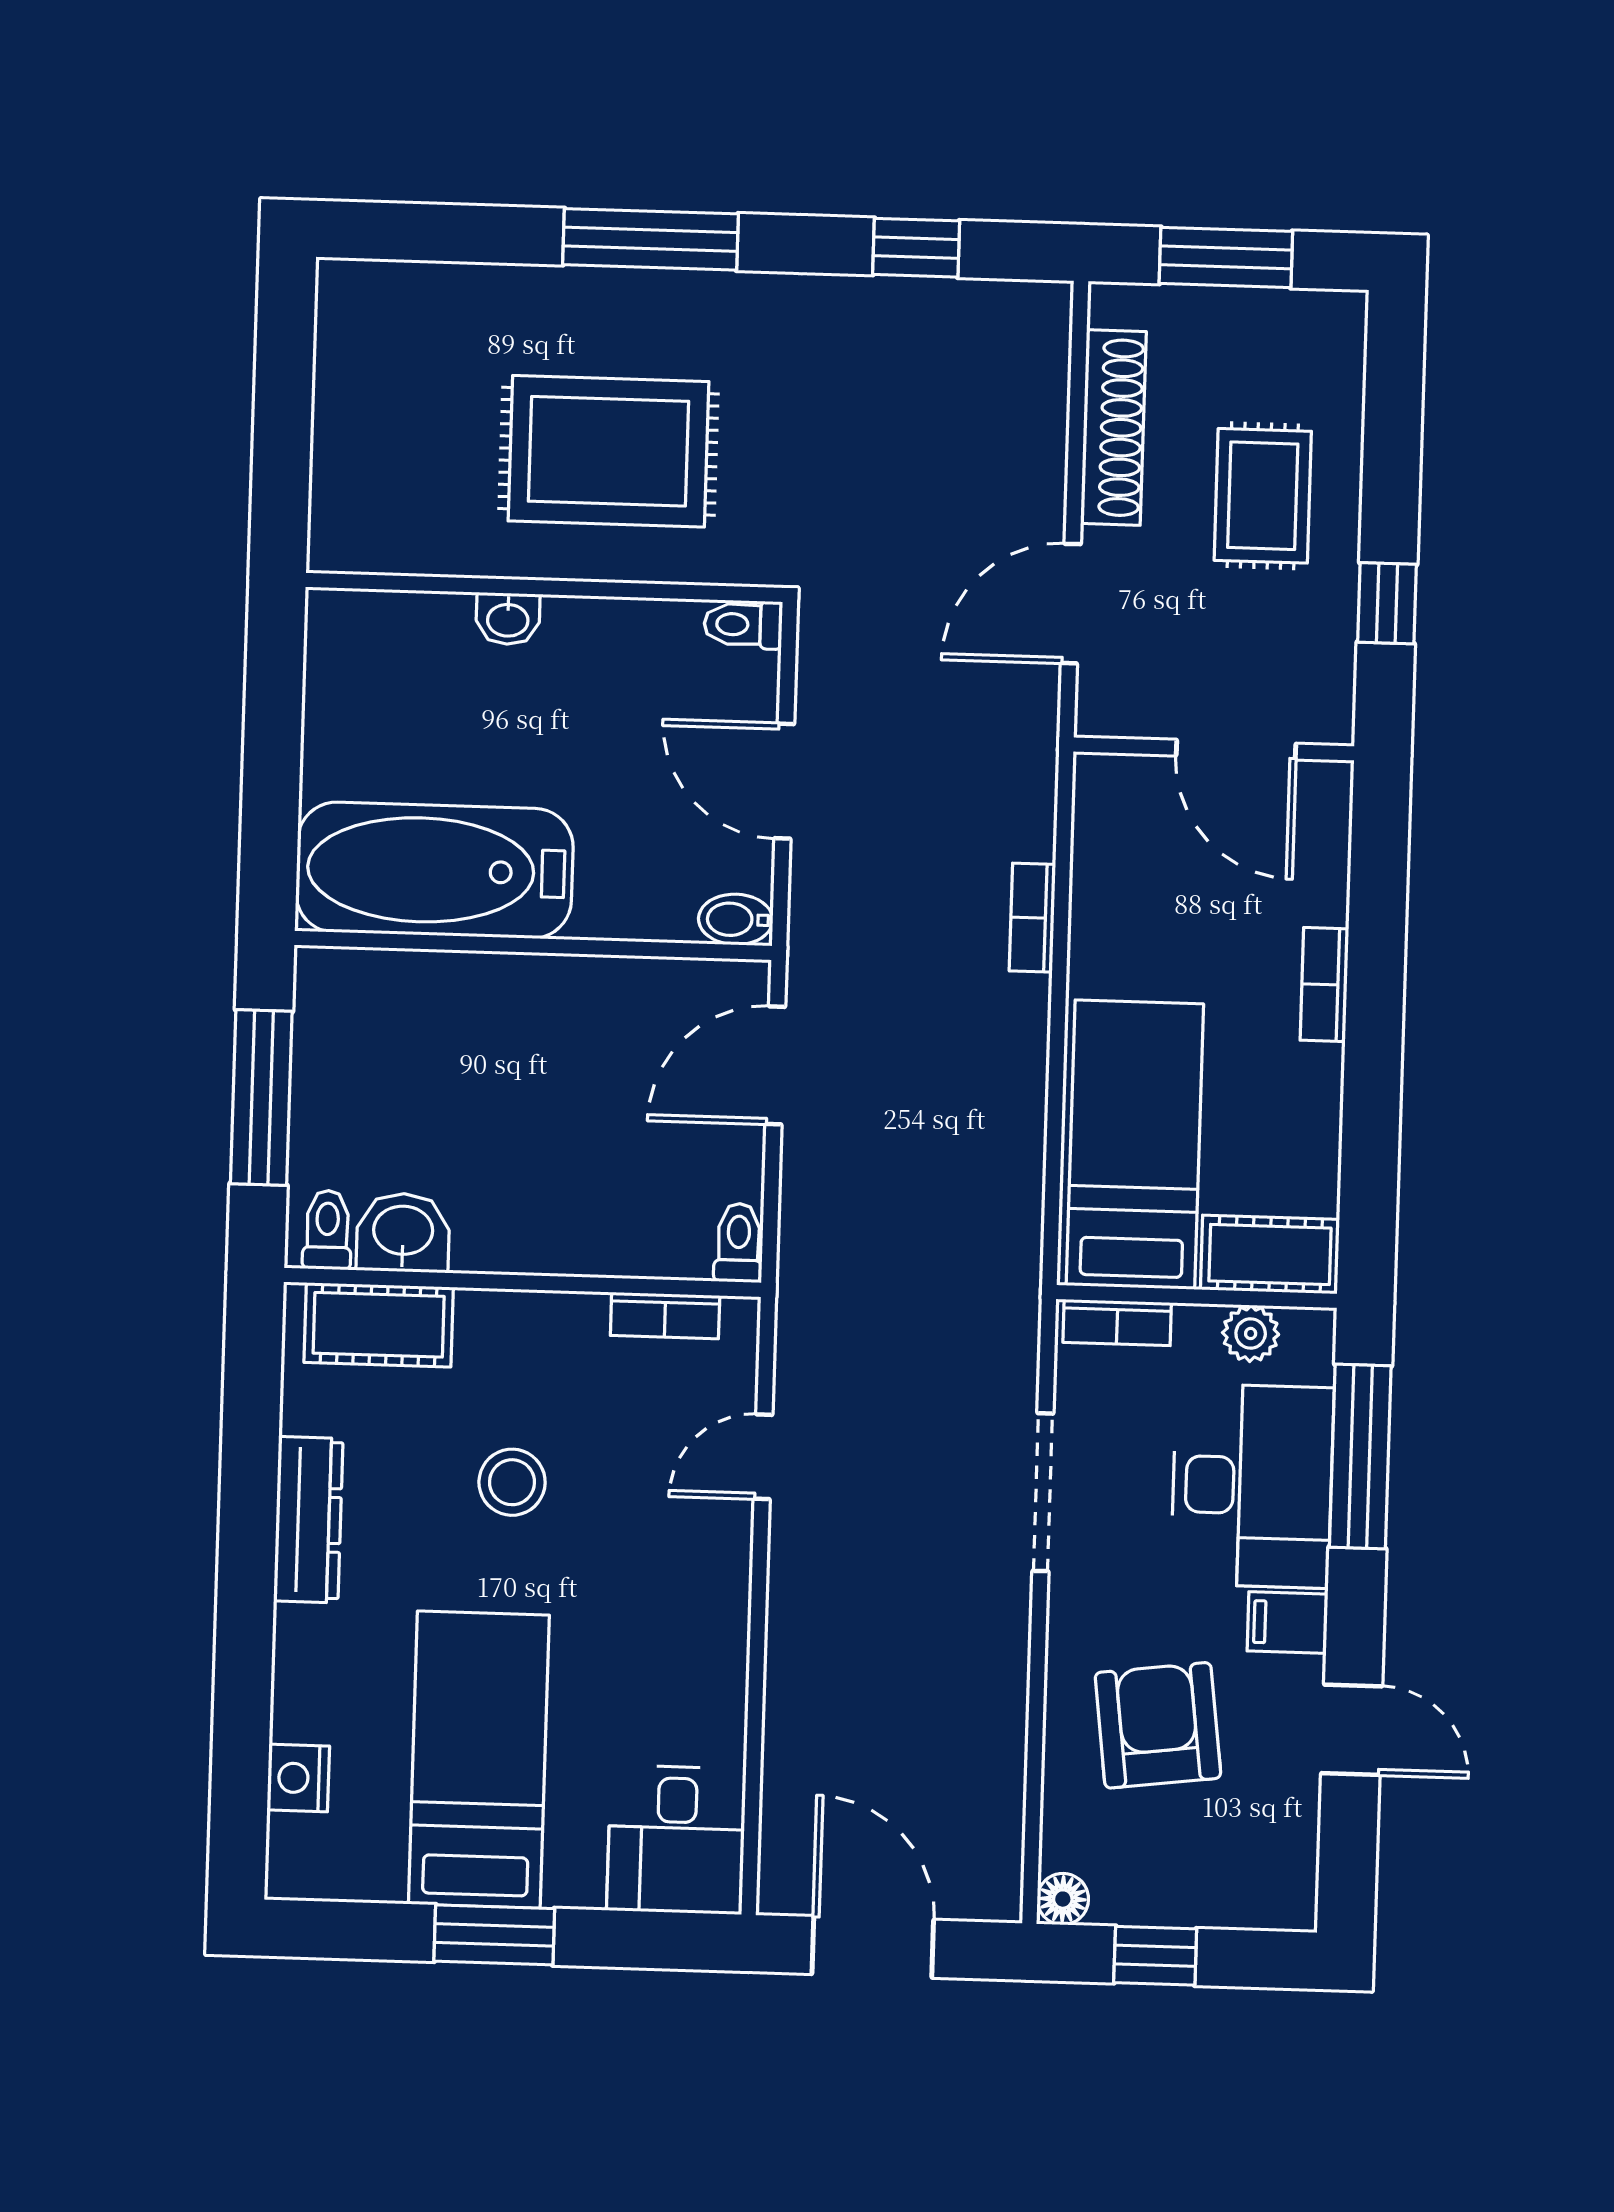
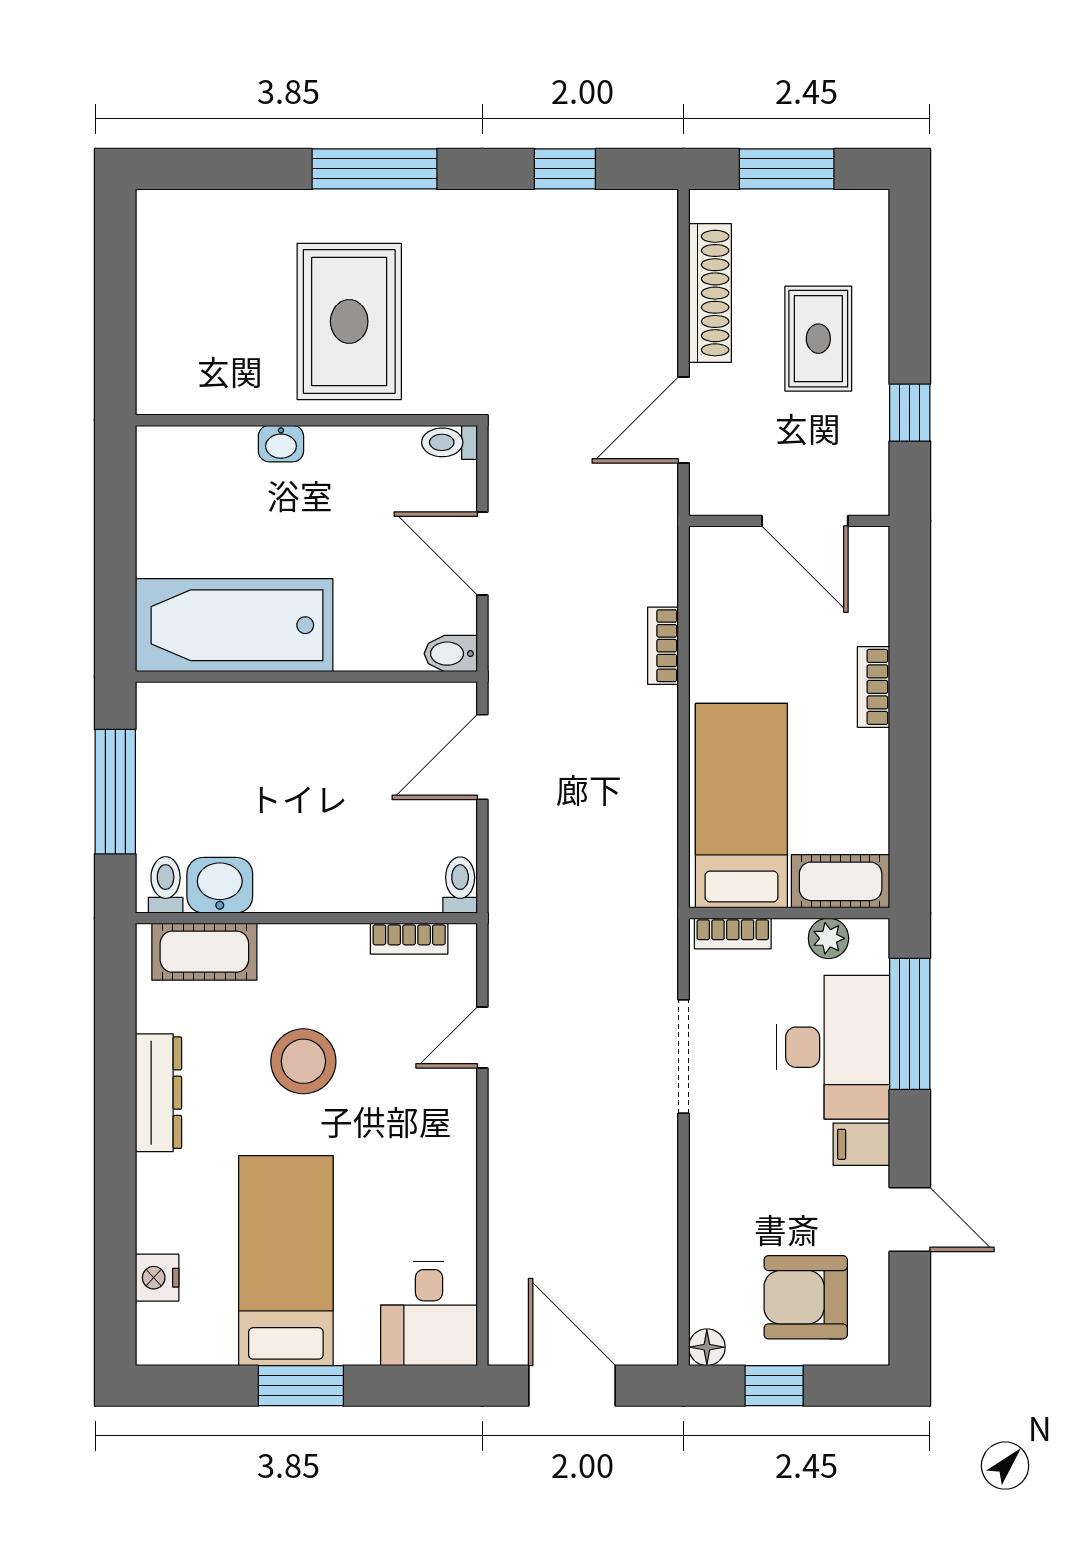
rug: (608, 451) -> (349, 321), turned 90
stool: (512, 1482) -> (303, 1061), width x1.38, depth x1.38
armchair: (1158, 1725) -> (806, 1297), moved, turned -83

